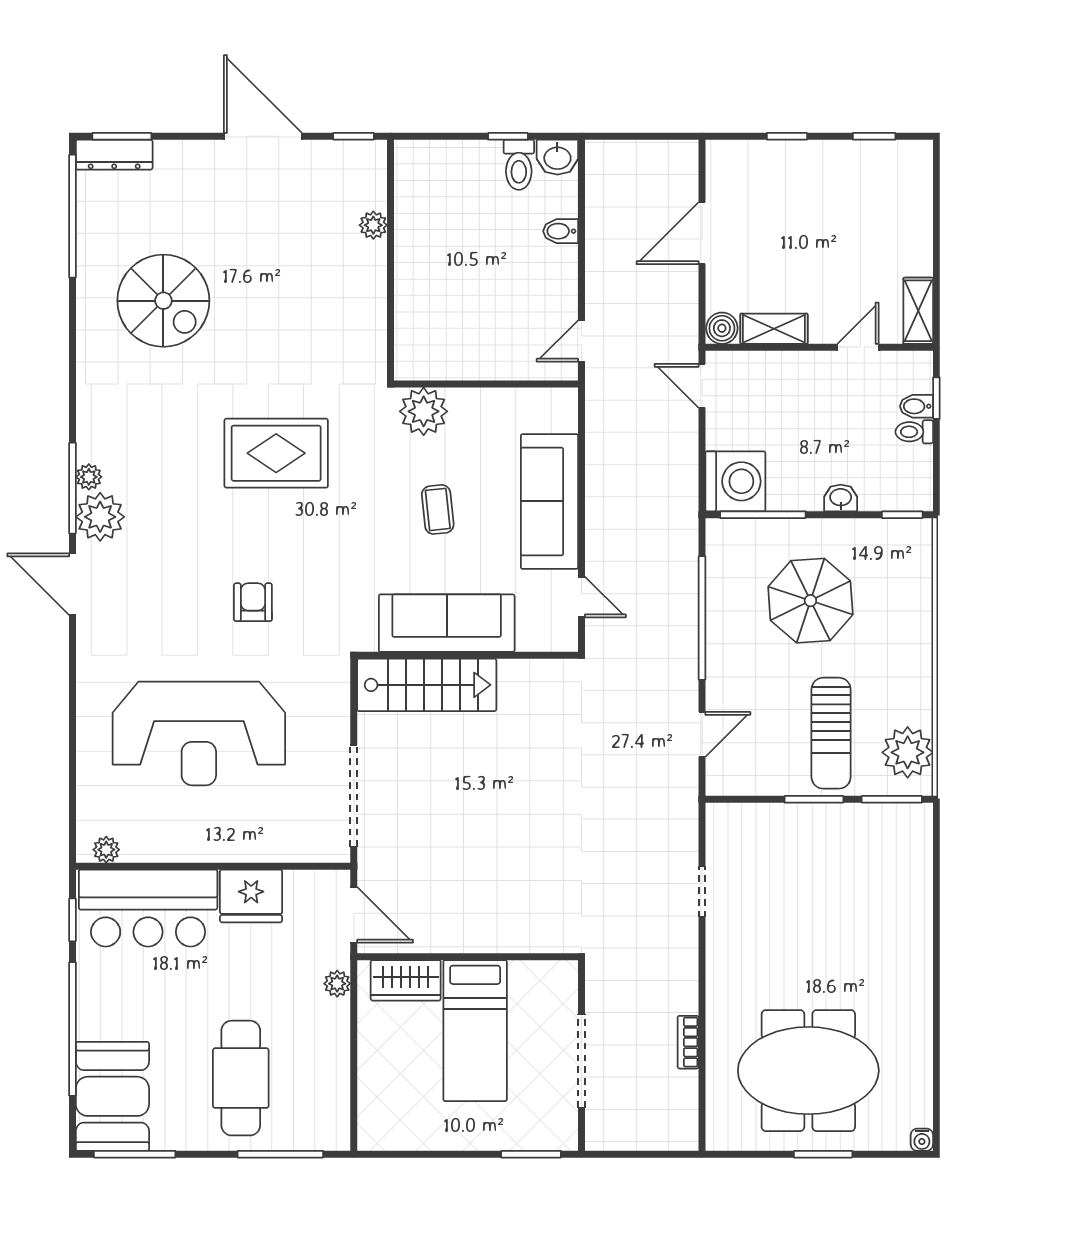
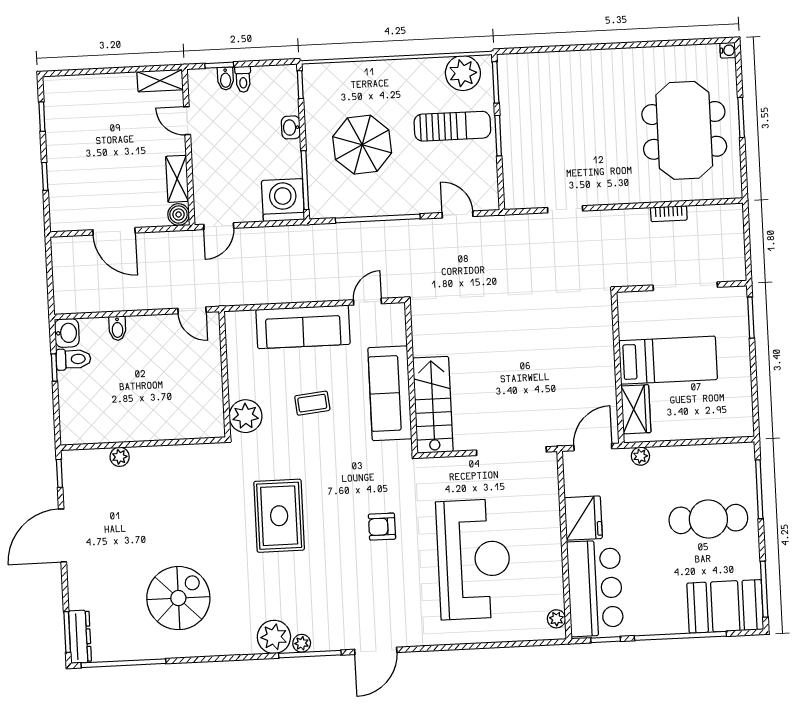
plant: (100, 517) -> (274, 637), moved

